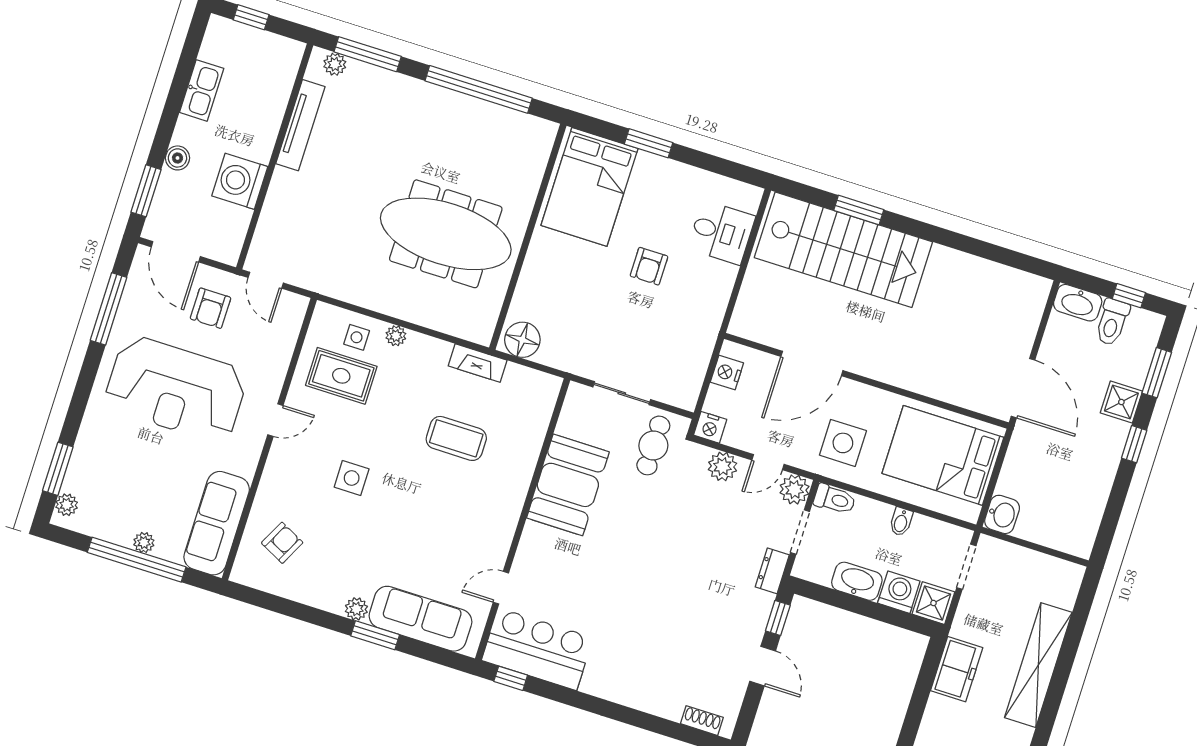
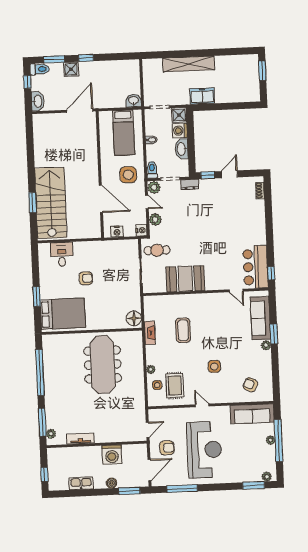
tv unit: (300, 125) -> (80, 439), width x0.71
toilet: (1112, 322) -> (40, 69), moved
bed: (943, 455) -> (124, 133), width x0.67

